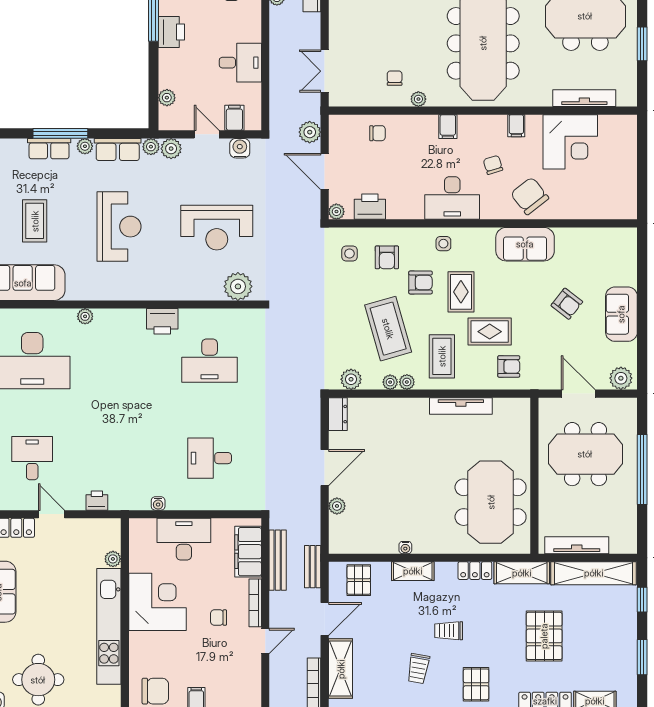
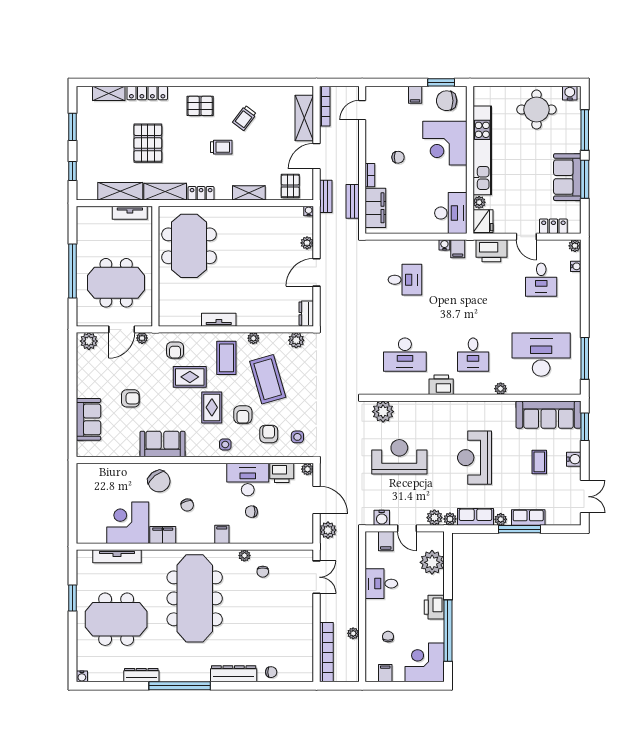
plant: (167, 98) -> (432, 562), width x1.88, depth x1.88
filing cabinet: (516, 126) -> (163, 535), width x2.00
chair: (377, 133) -> (251, 512), moved
desk: (452, 198) -> (248, 480), moved
coffee table: (35, 221) -> (539, 462), width x0.73, depth x0.77
armchair: (420, 282) -> (243, 415), turned -90
armchair: (567, 304) -> (130, 398), turned 142
sofa: (621, 314) -> (88, 419), moved
desk: (121, 361) -> (473, 355), added
desk: (210, 361) -> (405, 355), turned 180
armchair: (509, 366) -> (175, 350), turned -90
plant: (390, 382) -> (142, 338), moved
door: (578, 394) -> (122, 329), hinge flipped
tv unit: (461, 406) -> (219, 320), width x0.71
filing cabinet: (141, 498) -> (458, 249), added
printer: (97, 501) -> (491, 251), width x1.87, depth x1.48
fridge: (108, 534) -> (483, 221), added
desk: (184, 539) -> (451, 213), moved, turned -90
tv unit: (577, 545) -> (130, 213), width x0.71
water cooler: (405, 548) -> (309, 211), moved
bench: (278, 560) -> (353, 201), width x0.73
shelving: (594, 573) -> (120, 191), width x0.68
corner desk: (157, 602) -> (445, 143), moved
bookcase: (255, 603) -> (370, 175), width x0.64
door: (265, 641) -> (362, 110), moved
trolley: (418, 669) -> (245, 118), turned -153
pallet: (476, 684) -> (200, 106), turned 90

